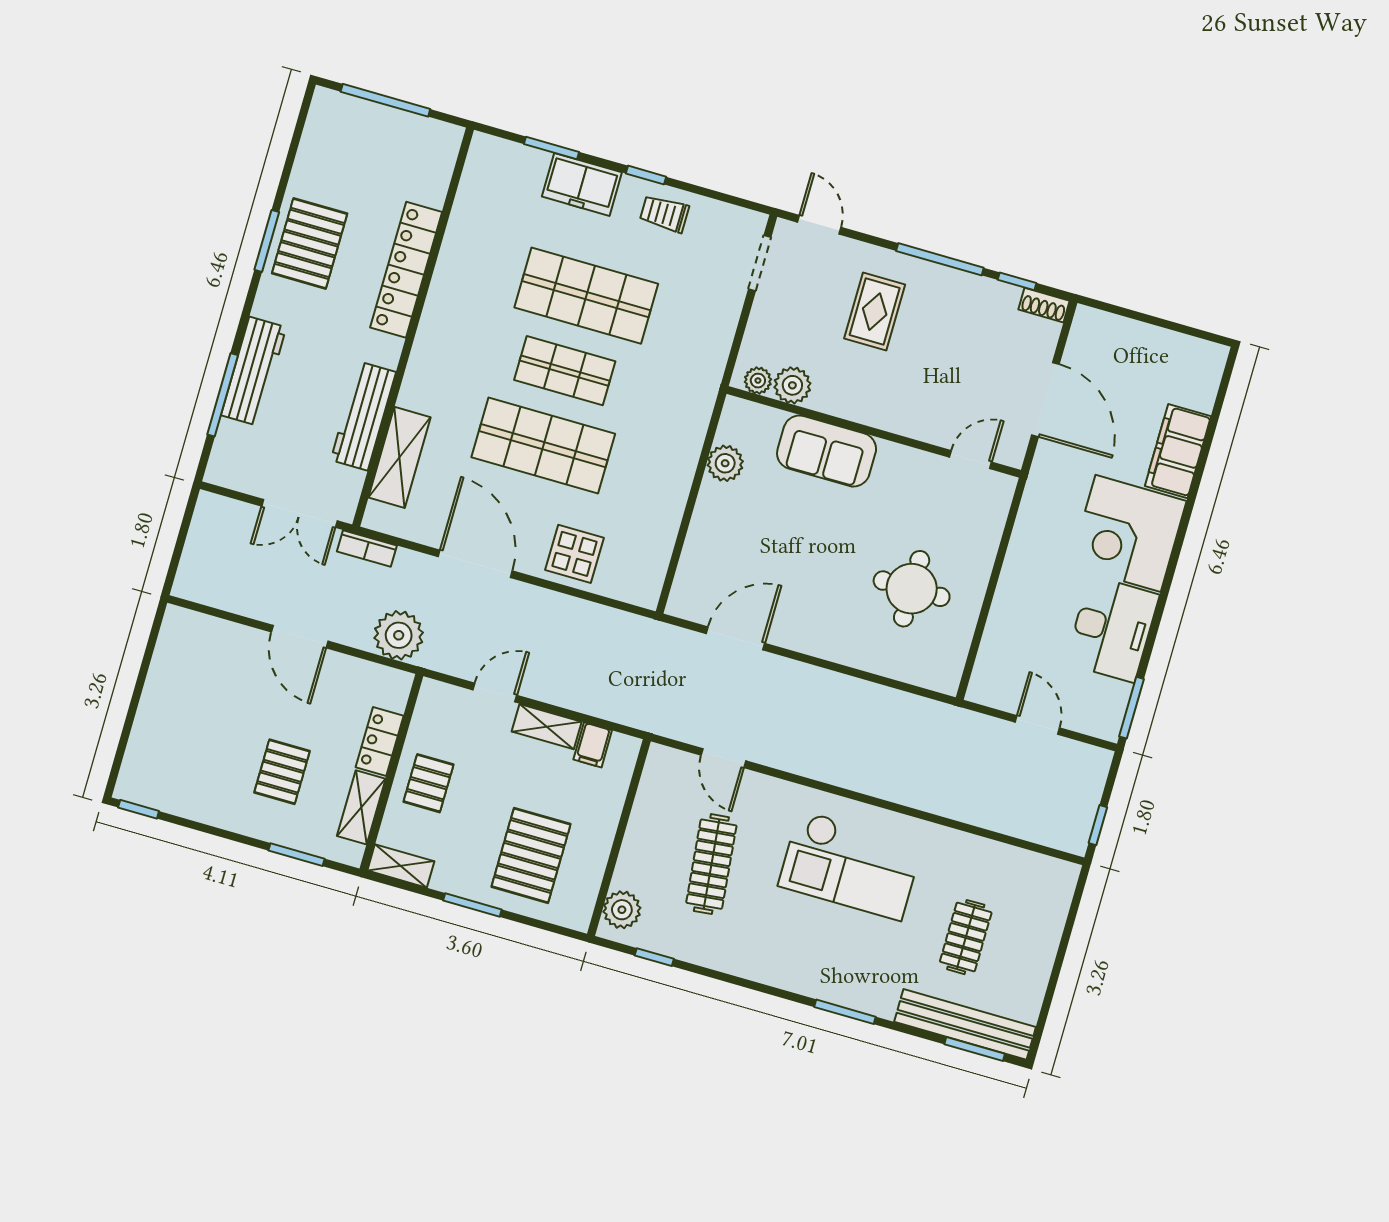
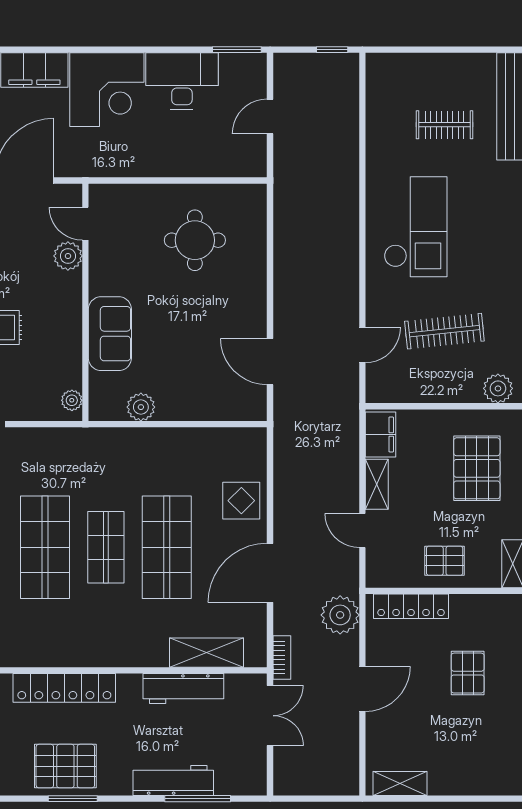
plant: (792, 385) -> (68, 256), moved
locker: (380, 742) -> (411, 606), width x1.53
filing cabinet: (593, 745) -> (381, 434), width x2.00
pallet: (282, 772) -> (468, 673), turned 90
shelving: (361, 807) -> (400, 784), moved
pallet: (531, 855) -> (477, 468), turned 90

